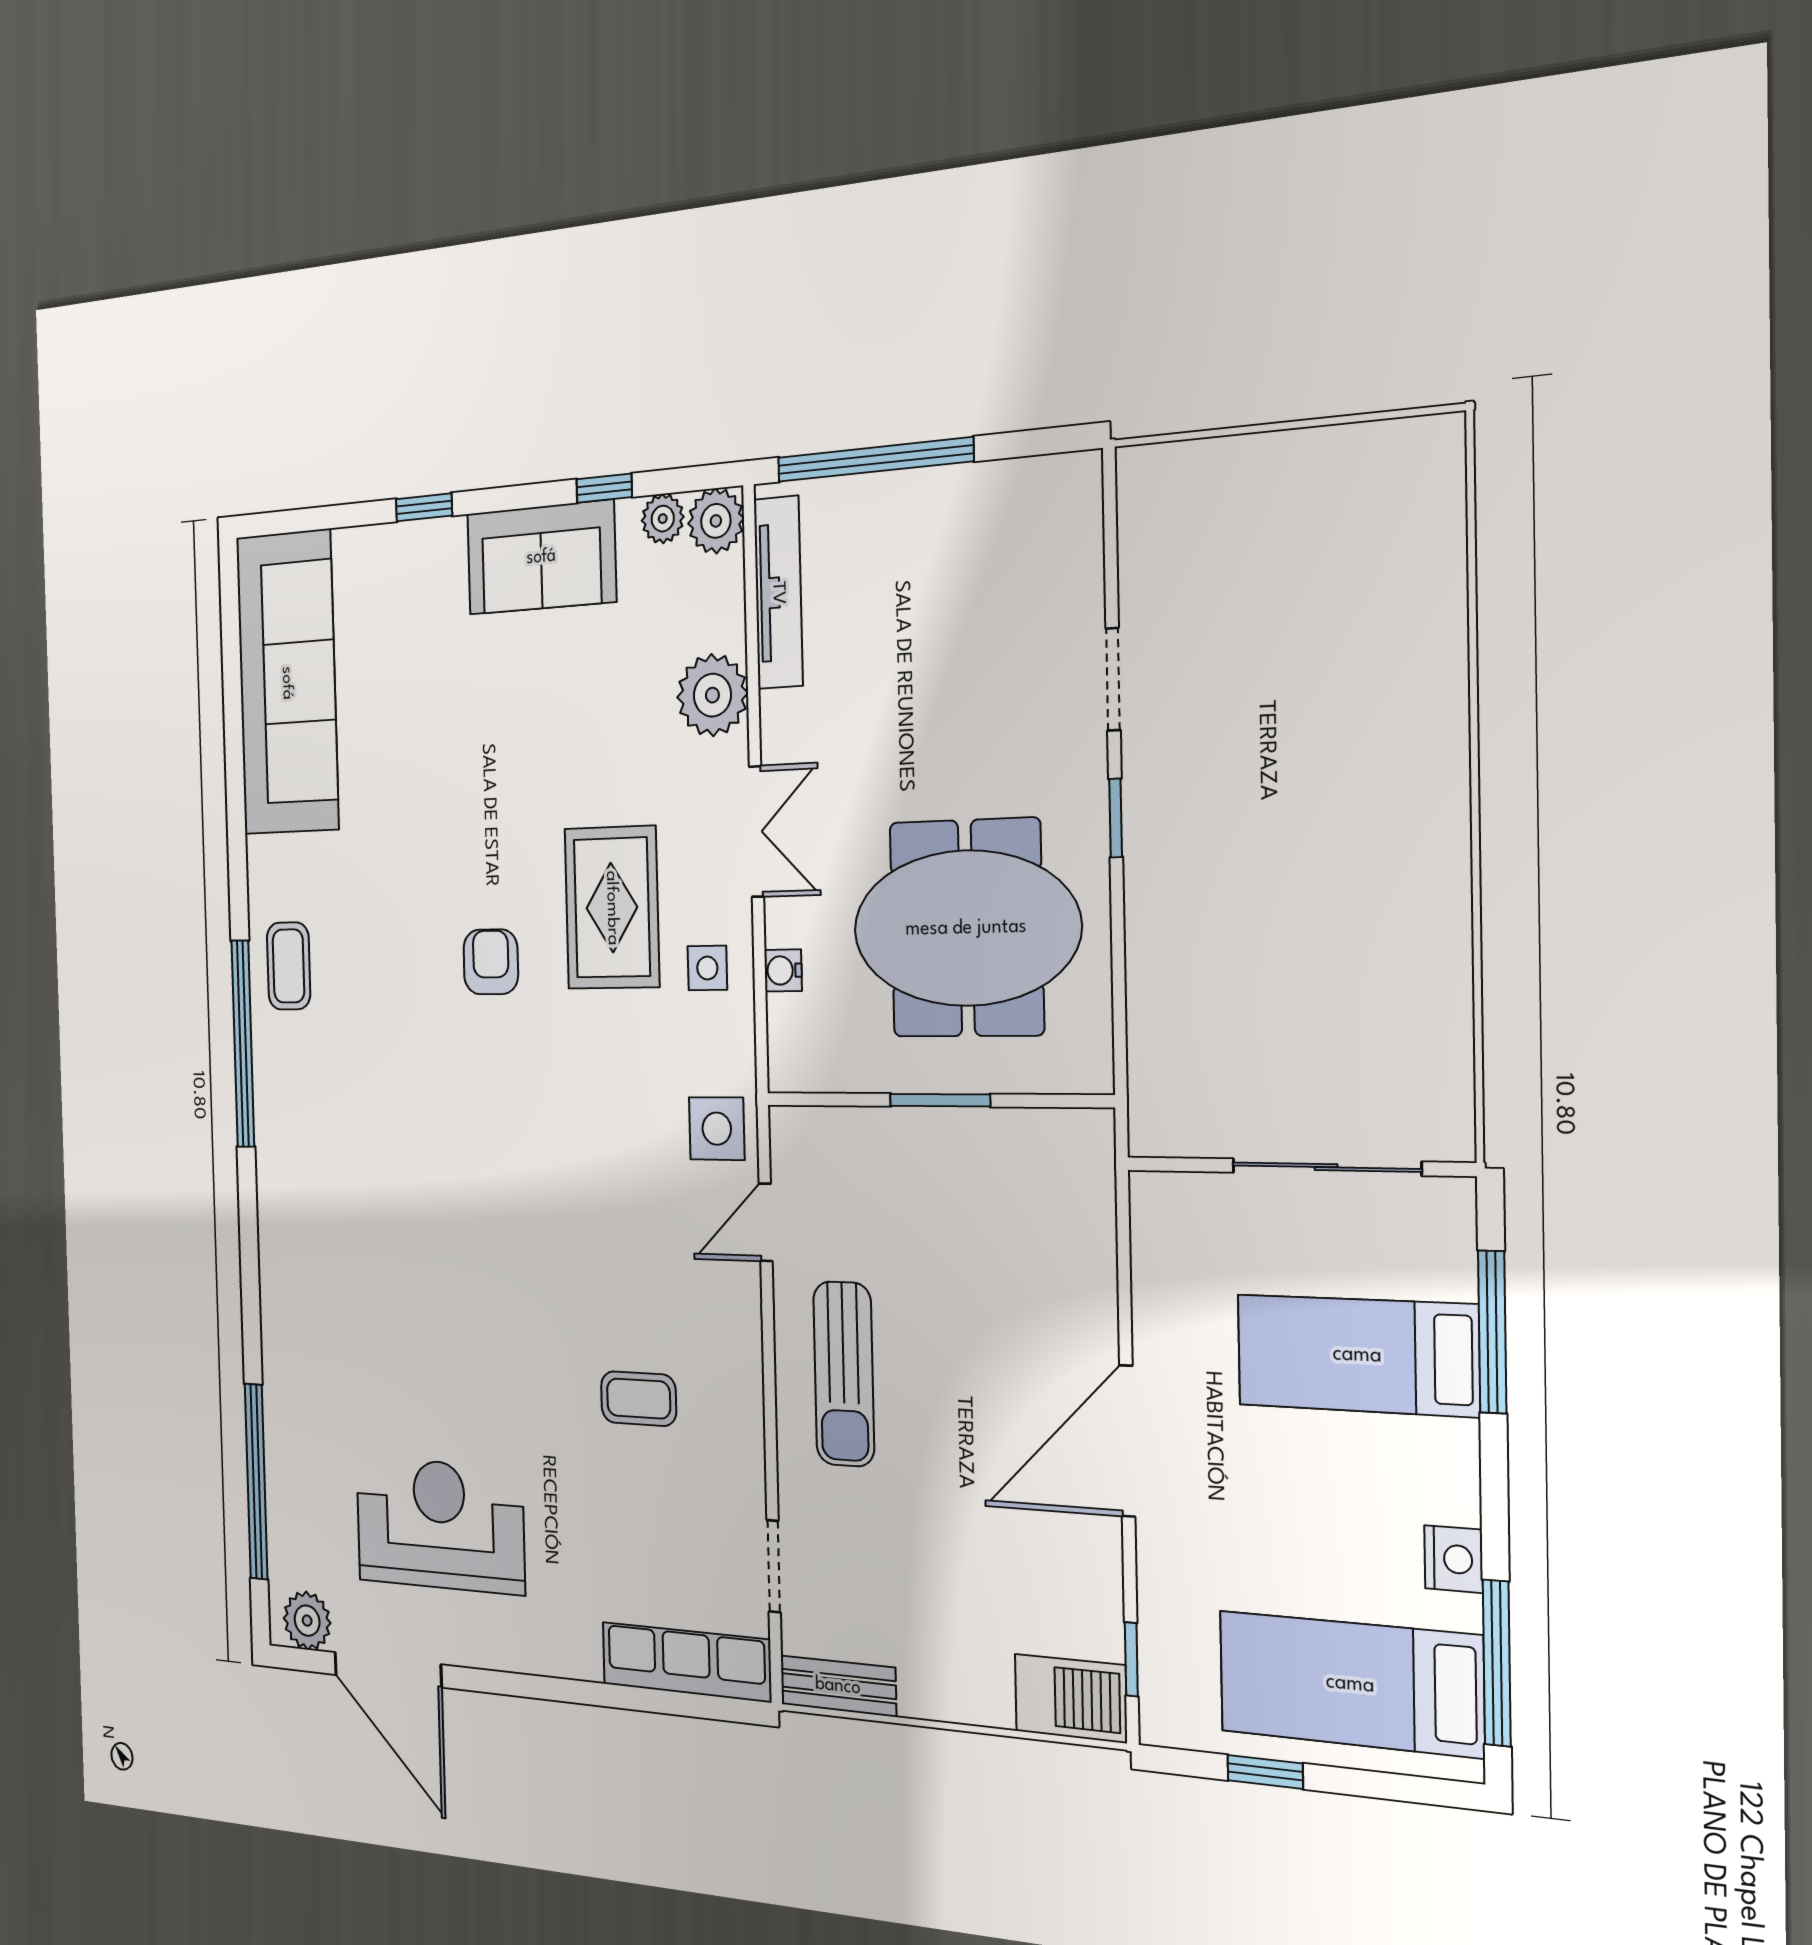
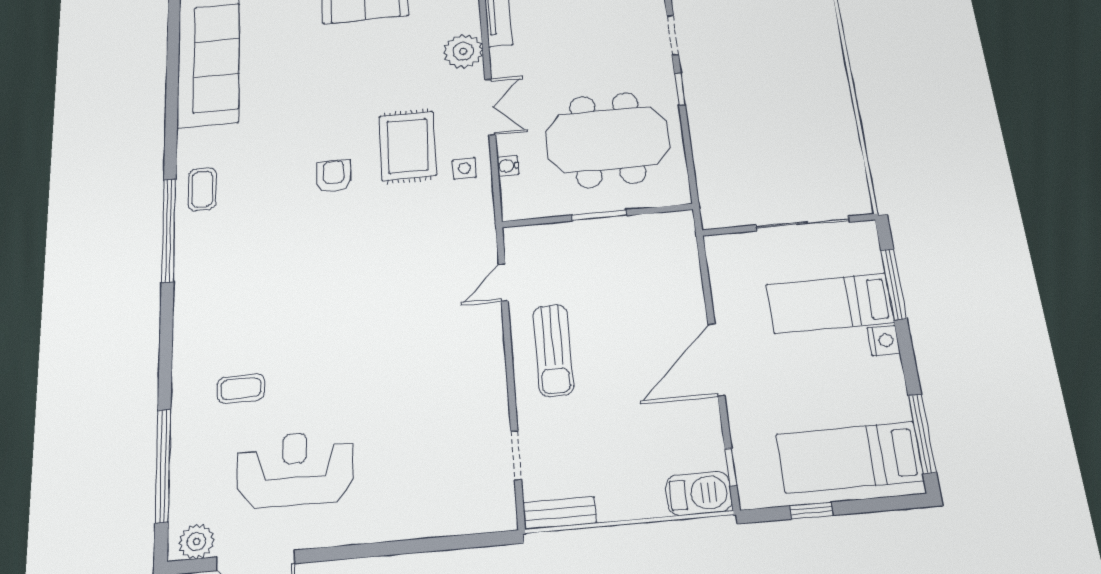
side table: (717, 1129) -> (472, 241), removed
coffee table: (639, 1399) -> (241, 389), moved
nightstand: (1453, 1559) -> (884, 341), moved
row of seats: (686, 1662) -> (462, 518), removed

